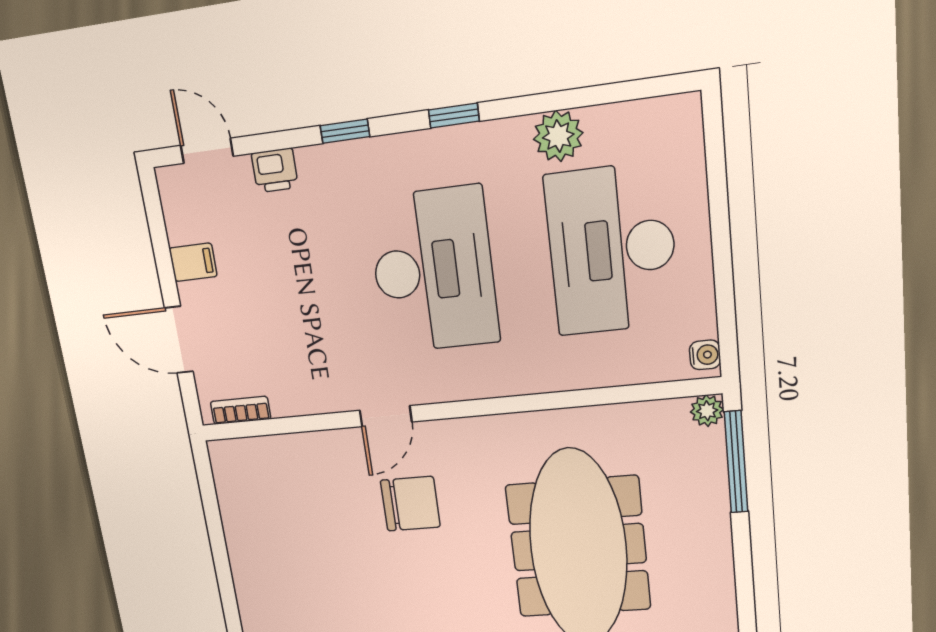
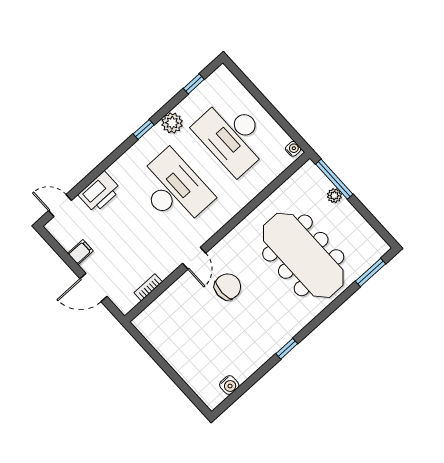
window: (345, 131) -> (194, 84), moved
plant: (558, 136) -> (172, 123), moved
printer: (275, 170) -> (99, 192), width x1.87, depth x1.48
bookcase: (241, 410) -> (148, 287), moved
plant: (707, 411) -> (334, 196), moved

